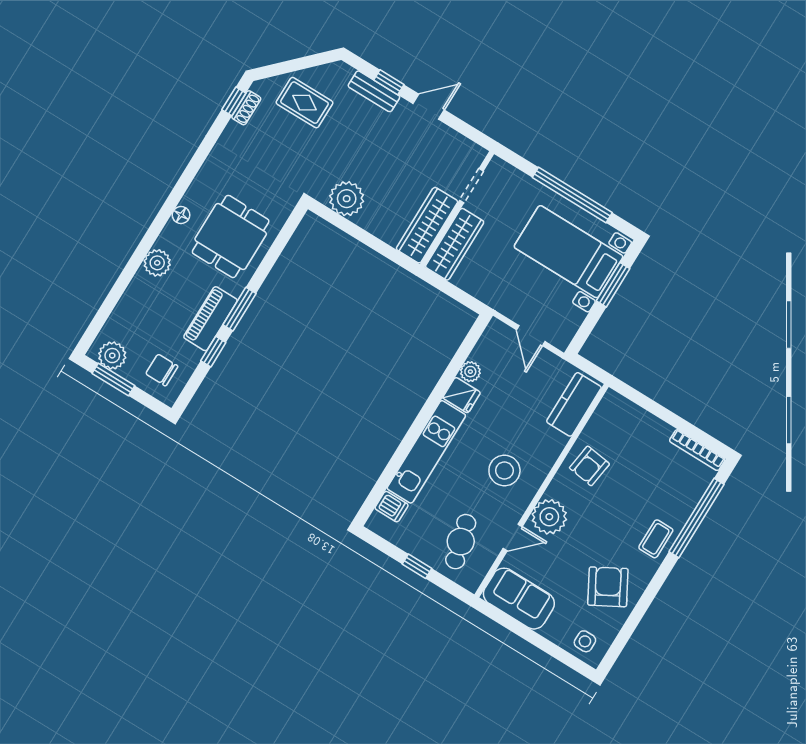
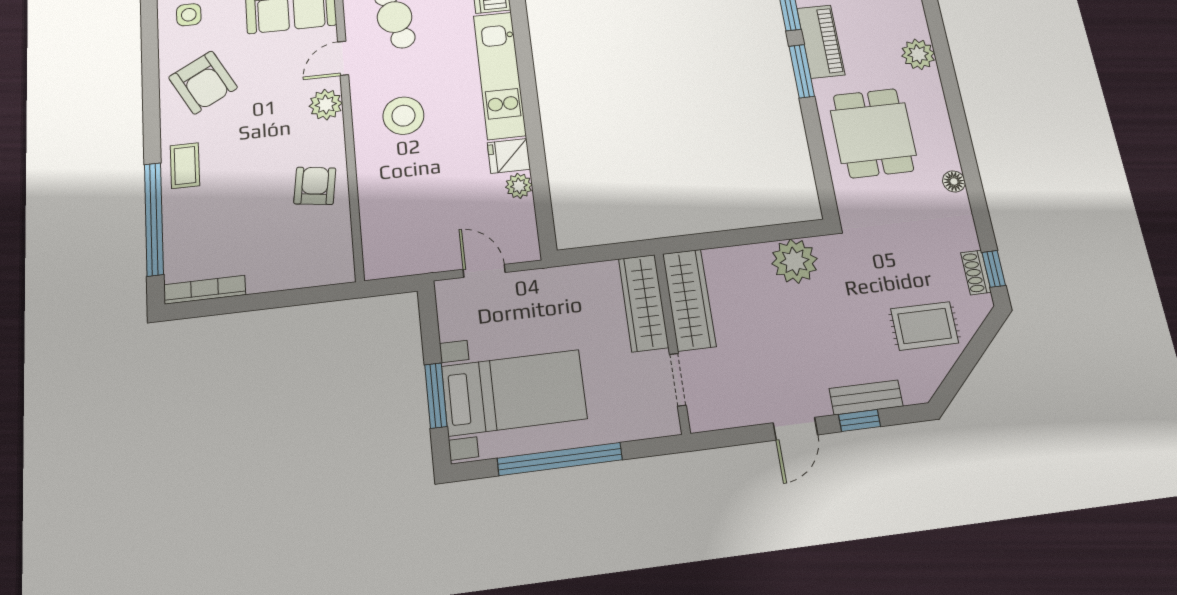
floor lamp: (181, 215) -> (954, 181), moved
kitchen counter: (574, 404) -> (381, 235), removed
plant: (549, 517) -> (326, 105), width x0.73, depth x0.73

